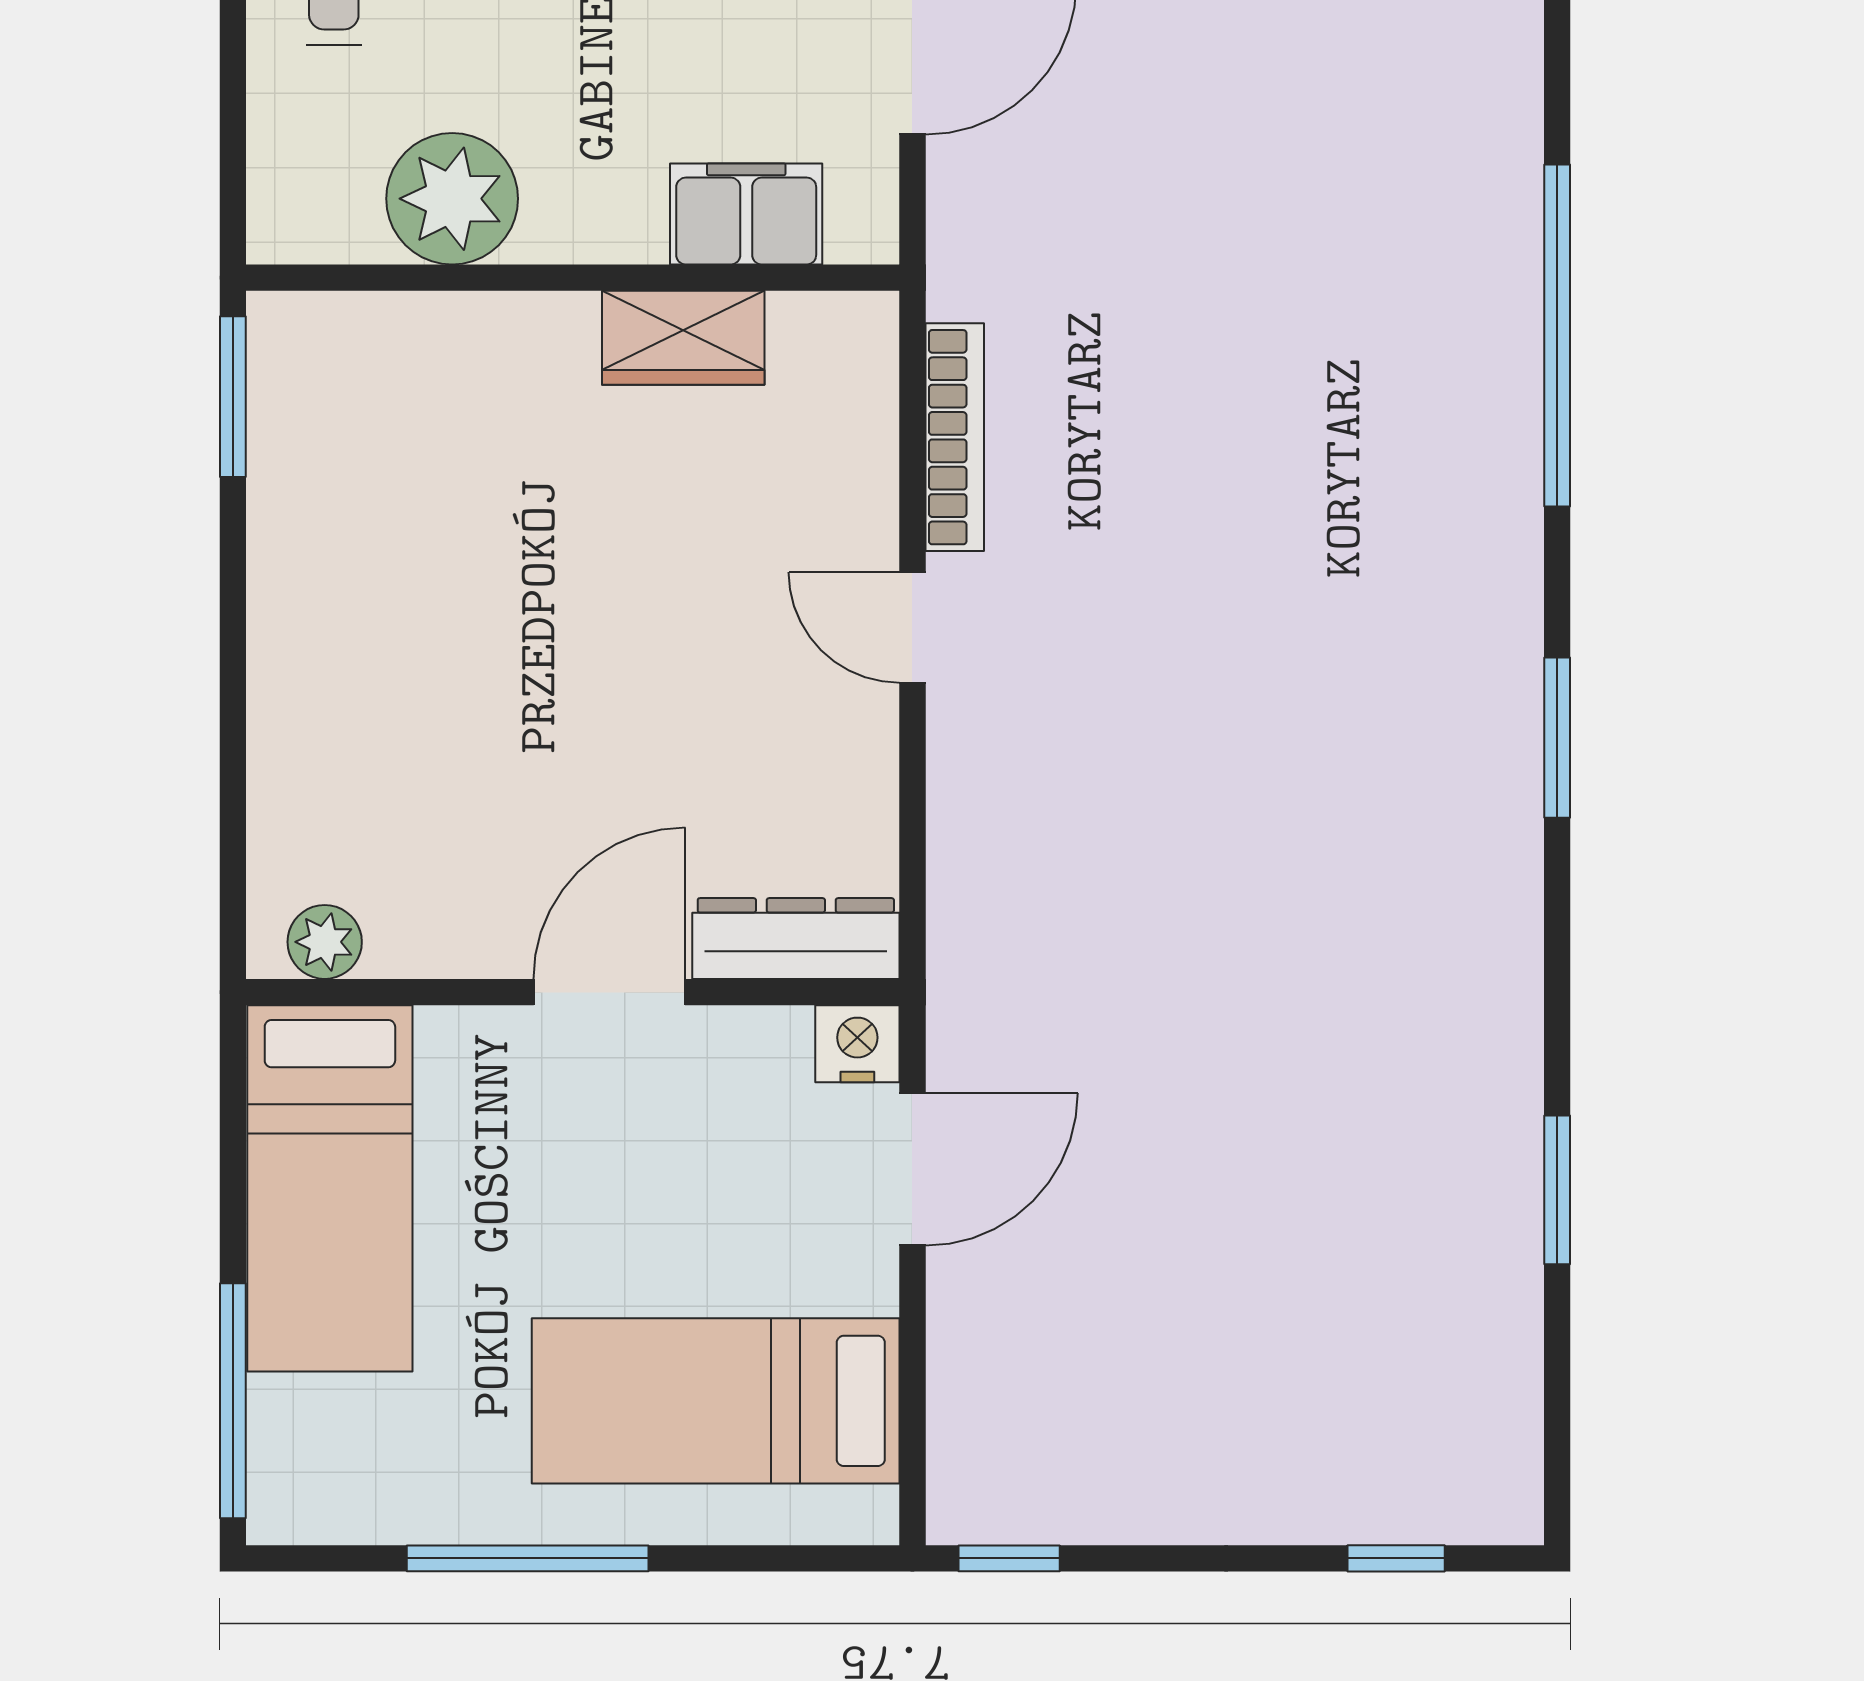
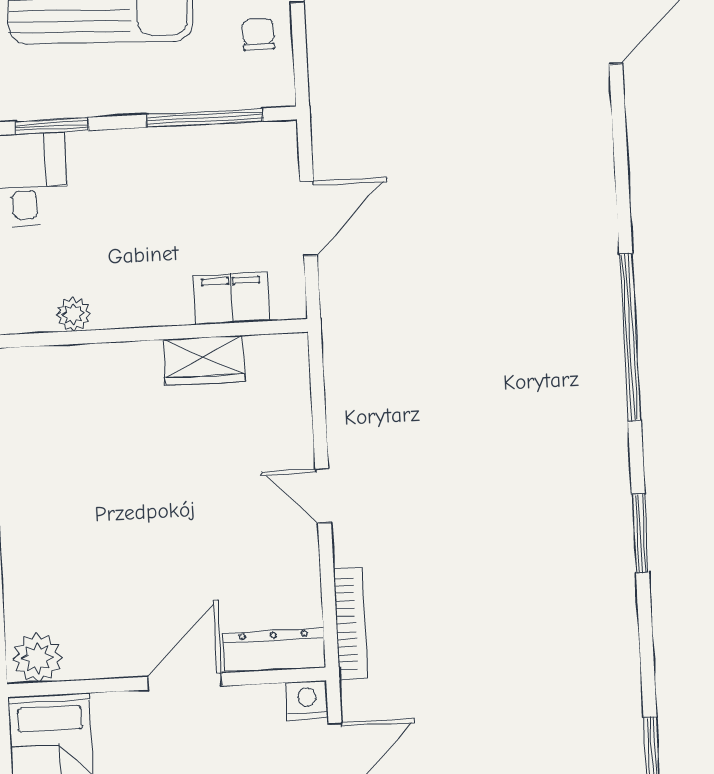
plant: (452, 199) -> (73, 314), width x0.53, depth x0.53
bookcase: (955, 437) -> (350, 624), moved
plant: (325, 942) -> (37, 658), width x1.38, depth x1.38

